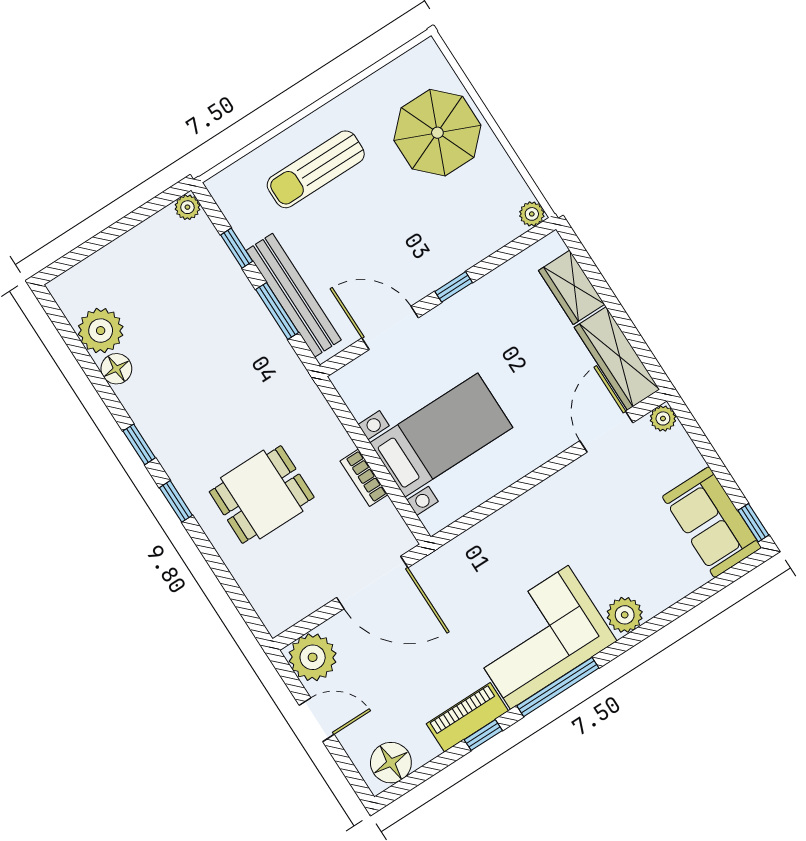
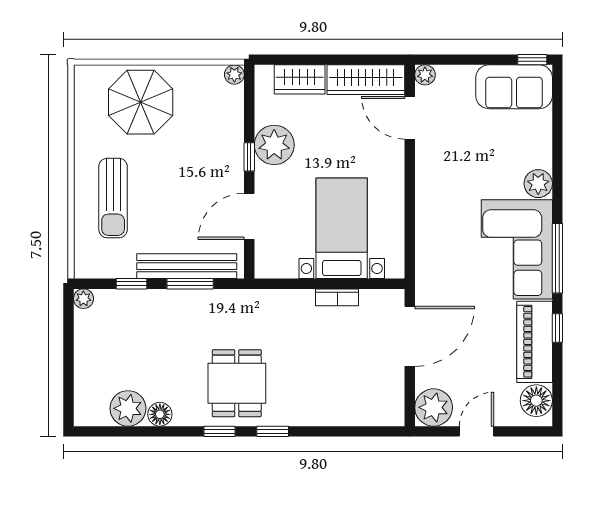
plant: (484, 305) -> (274, 145), added
dining table: (262, 495) -> (237, 383), moved
piano: (467, 717) -> (535, 342), width x1.37, depth x1.33

